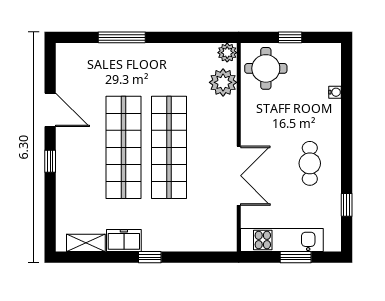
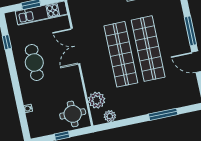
plant: (227, 53) -> (110, 116), moved
window: (50, 161) -> (190, 31), width x2.17
cafe table: (310, 163) -> (34, 62), width x1.37, depth x1.35

